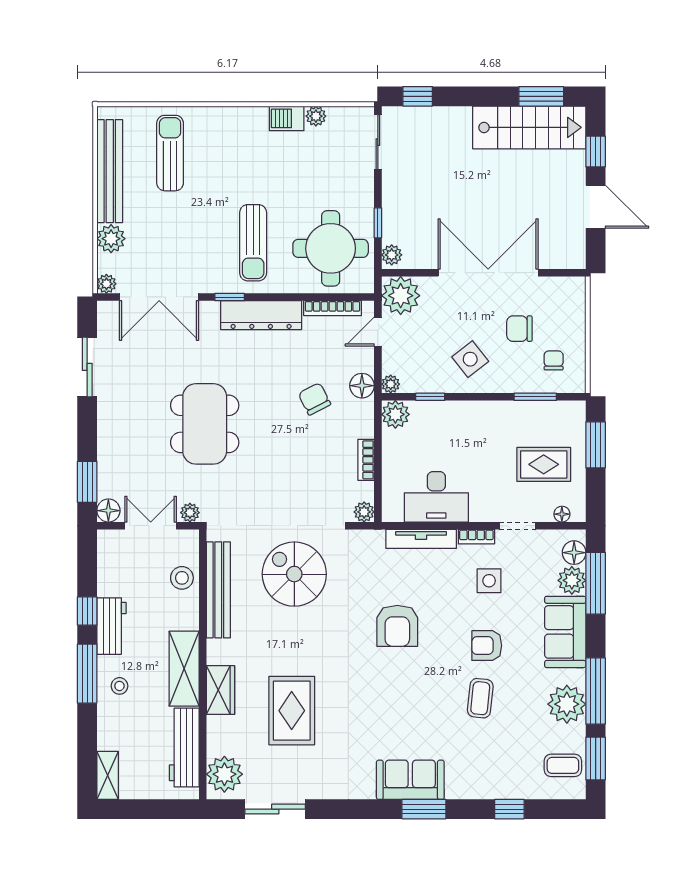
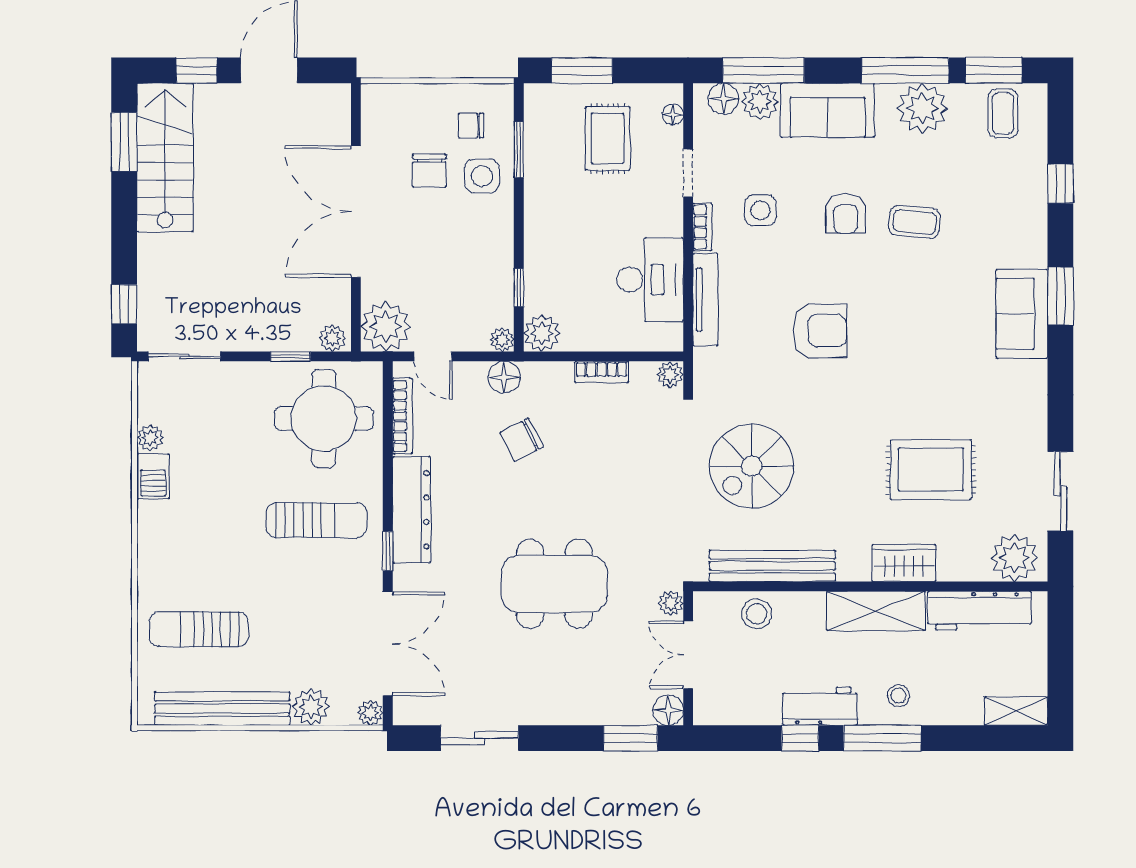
side table: (470, 359) -> (482, 176), moved, turned 38

